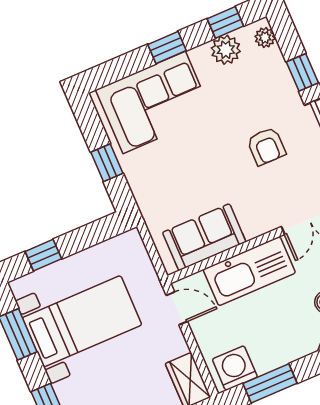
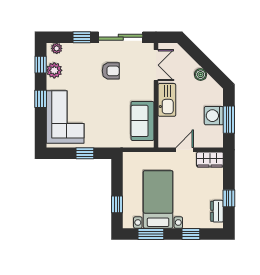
kitchen sink: (249, 271) -> (167, 100), width x0.73, depth x0.81
door: (177, 308) -> (185, 150), moved
washing machine: (235, 368) -> (214, 116), moved

